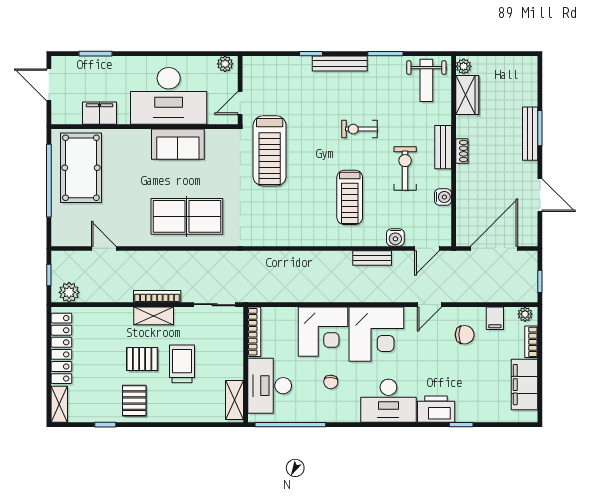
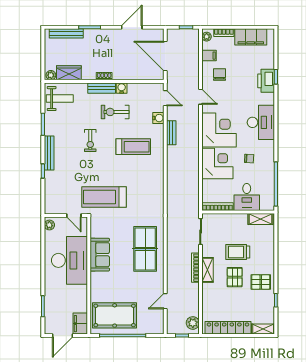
filing cabinet: (100, 113) -> (80, 324), moved
bench: (530, 134) -> (66, 33), moved
treadmill: (270, 151) -> (104, 197), turned 180
water cooler: (443, 197) -> (122, 88), moved
desk: (270, 386) -> (247, 197), width x0.73
printer: (436, 409) -> (266, 81), moved

